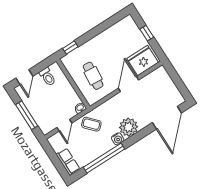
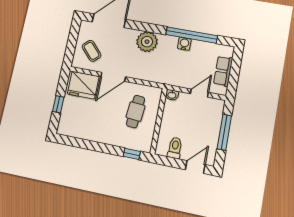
coffee table: (91, 124) -> (91, 51), moved
water cooler: (118, 139) -> (184, 44), moved
row of seats: (68, 162) -> (223, 71), moved

